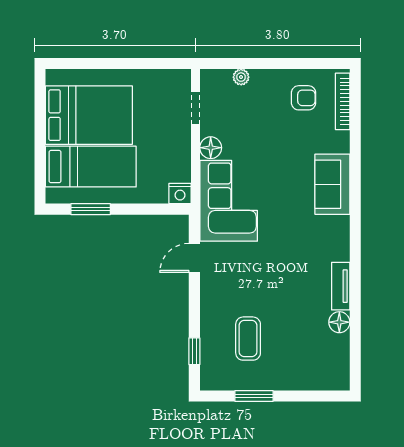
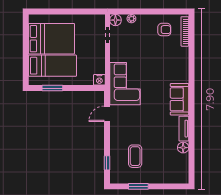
floor lamp: (211, 148) -> (115, 20), moved
sofa: (332, 184) -> (179, 99), moved

